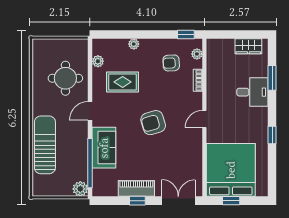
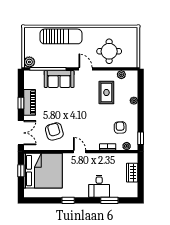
wardrobe: (248, 46) -> (132, 173), moved
armchair: (153, 123) -> (54, 131), moved

